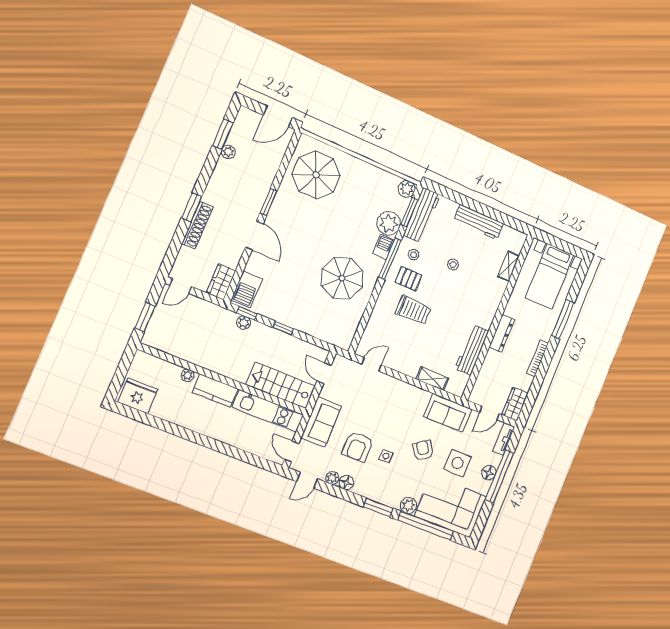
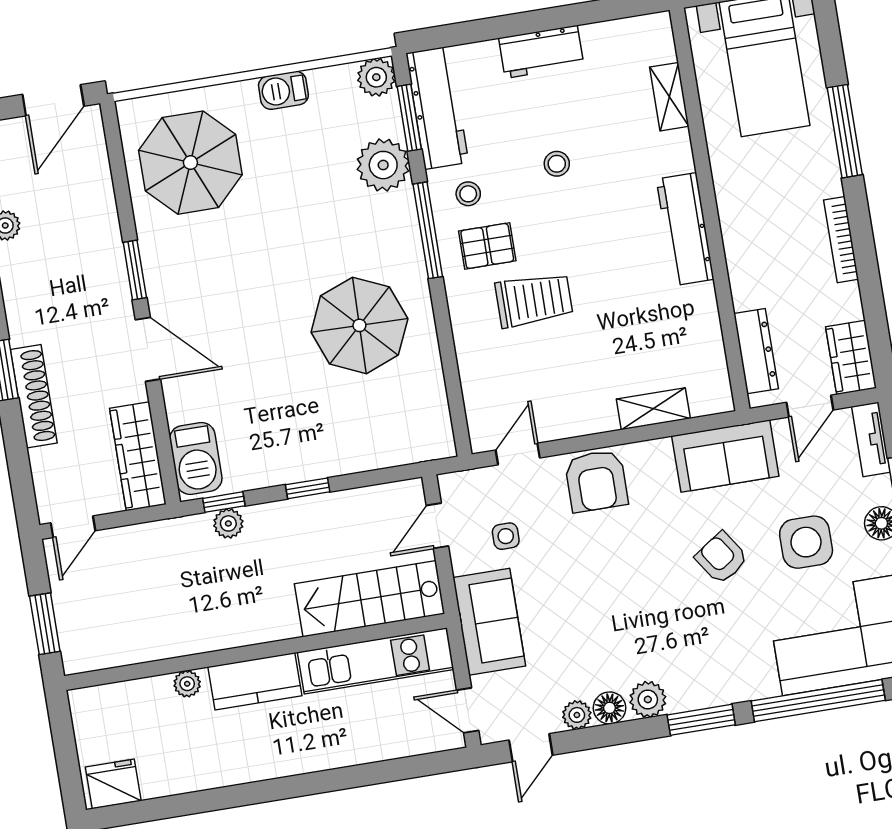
workbench: (479, 222) -> (541, 52), width x0.73
barbecue: (383, 247) -> (283, 90), moved, turned -90
wardrobe: (221, 282) -> (138, 456), width x1.50
dresser: (502, 333) -> (756, 351), moved
workbench: (472, 350) -> (685, 229), moved
door: (324, 373) -> (437, 526), hinge flipped
fridge: (138, 396) -> (113, 784), width x0.73, depth x0.75
armchair: (358, 447) -> (596, 481), moved
side table: (386, 456) -> (506, 536), moved
plant: (408, 505) -> (648, 699), moved

